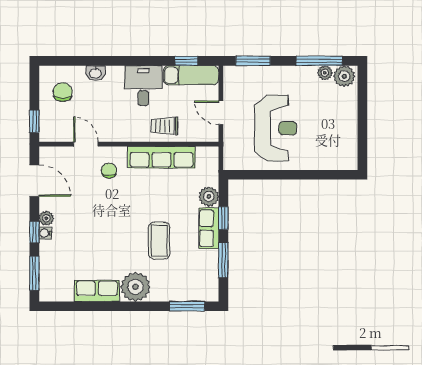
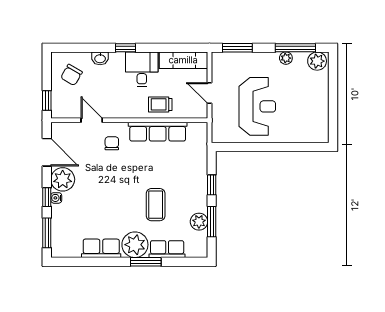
window: (187, 61) -> (126, 48), moved
plant: (325, 73) -> (286, 58), moved
chair: (63, 92) -> (71, 75), turned -150
plant: (209, 197) -> (199, 222), moved
plant: (46, 218) -> (63, 179), width x1.88, depth x1.88
row of seats: (209, 228) -> (167, 249), moved, turned 90
window: (187, 306) -> (146, 262), moved

